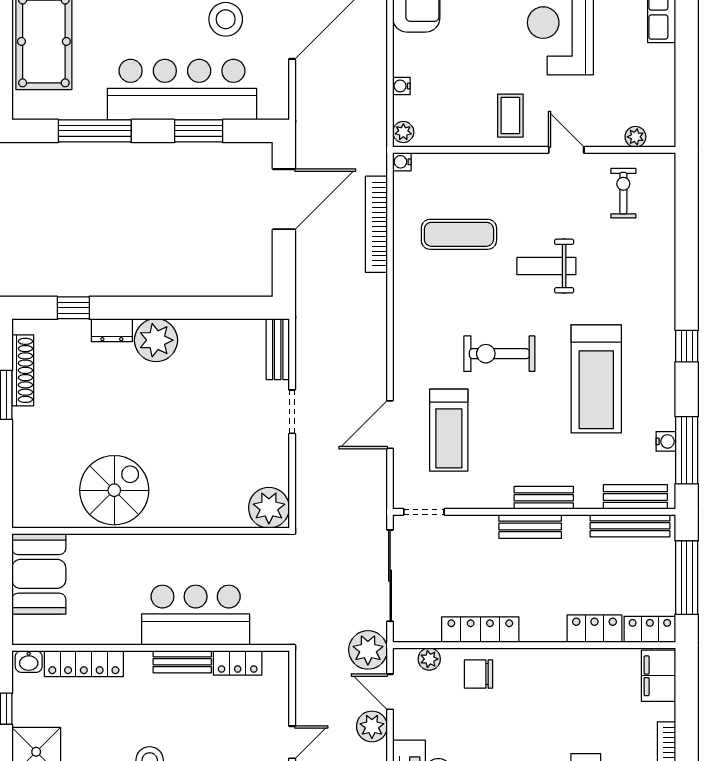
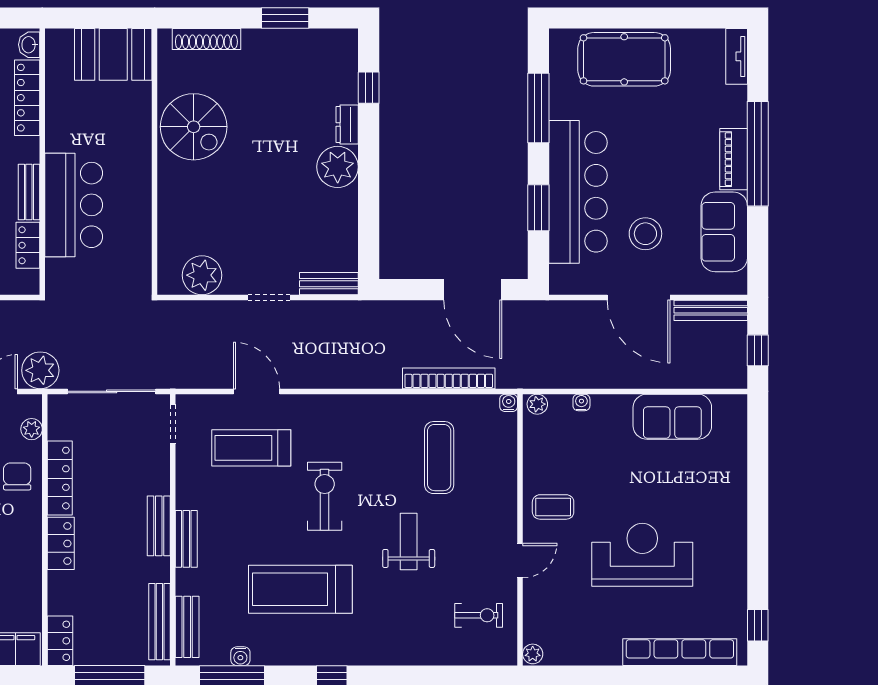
plant: (635, 137) -> (533, 654), moved
shoe rack: (23, 370) -> (206, 39), moved
plant: (269, 508) -> (202, 275), moved
locker: (594, 629) -> (61, 543), moved

